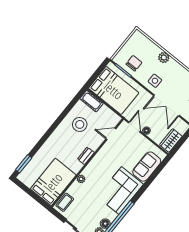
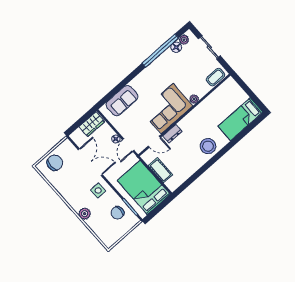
cot: (92, 101) -> (160, 170), moved
stool: (80, 124) -> (208, 146), moved
dresser: (86, 156) -> (172, 134), moved
window: (24, 164) -> (252, 125), removed
bed: (53, 182) -> (240, 119), moved, width x0.67
corner sofa: (120, 190) -> (167, 109), moved, turned 180

